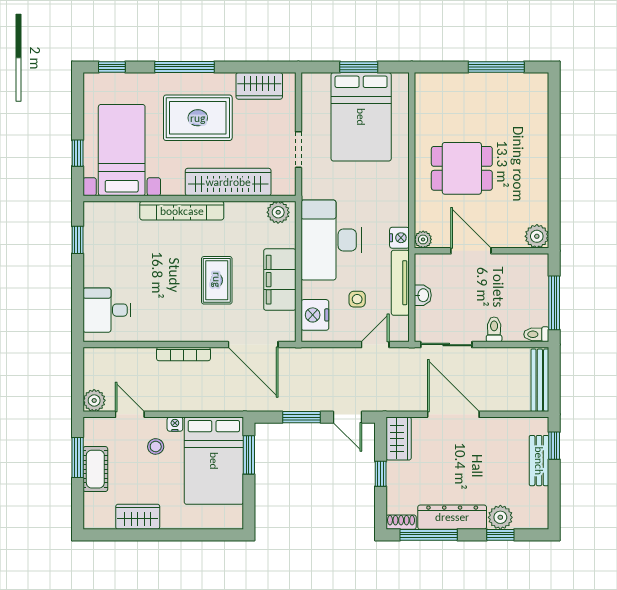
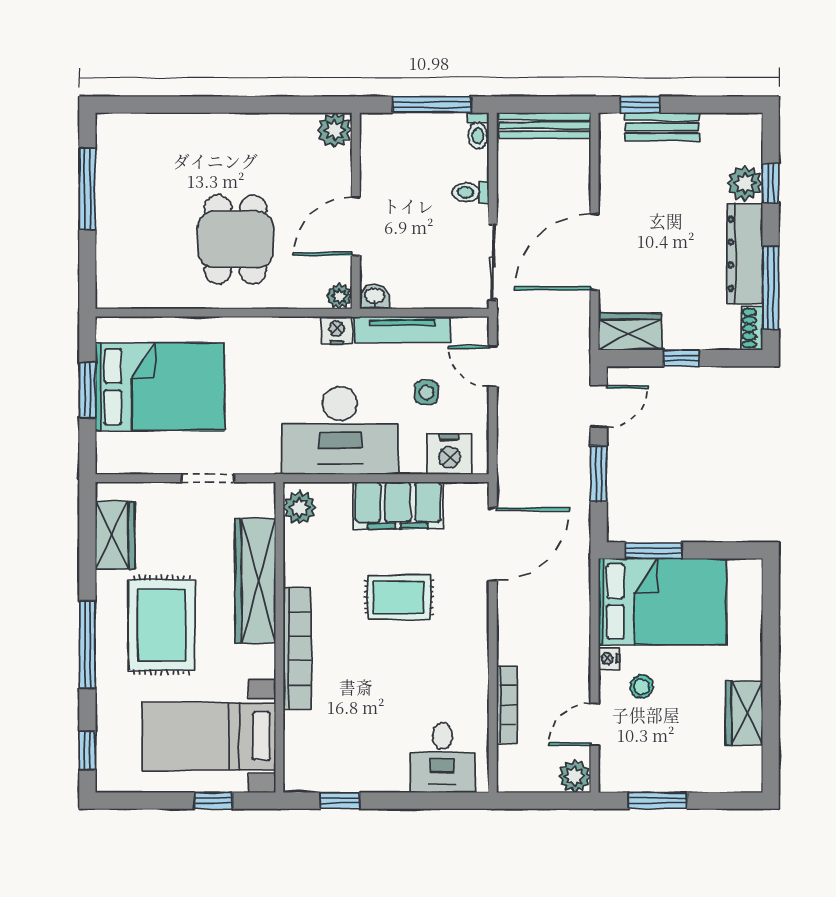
washbasin: (423, 295) -> (375, 297), moved
bookcase: (183, 354) -> (507, 705), moved
cot: (95, 469) -> (675, 775), removed

